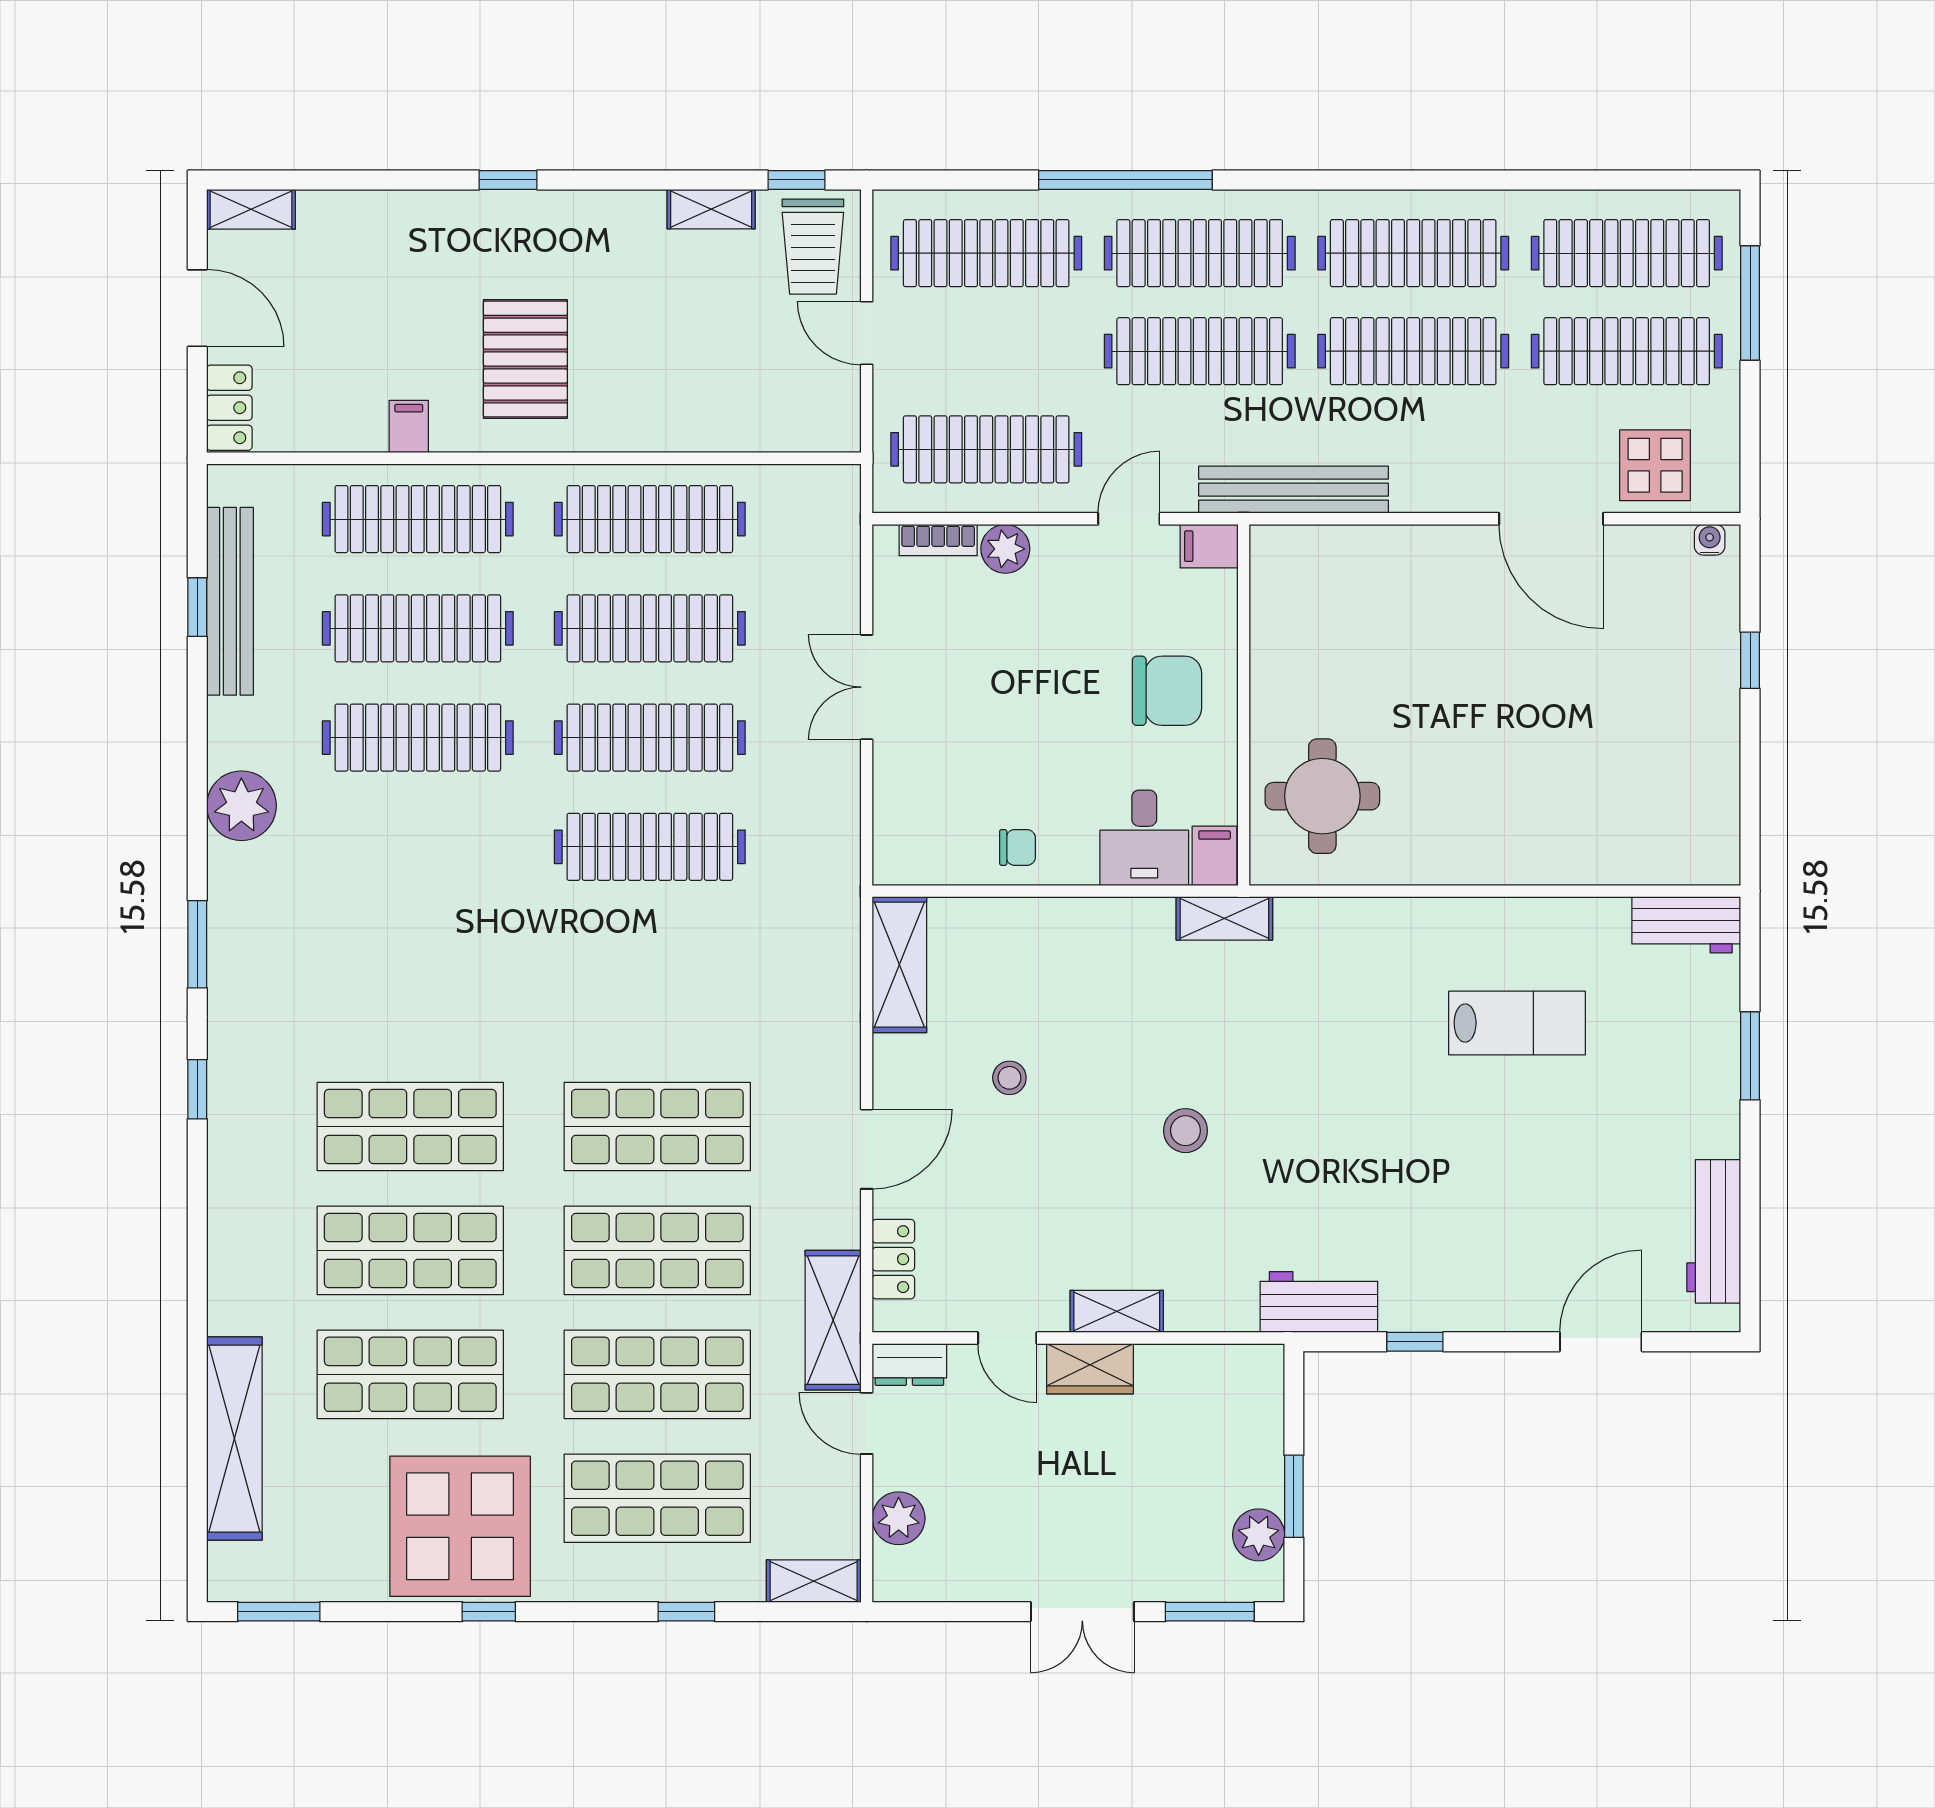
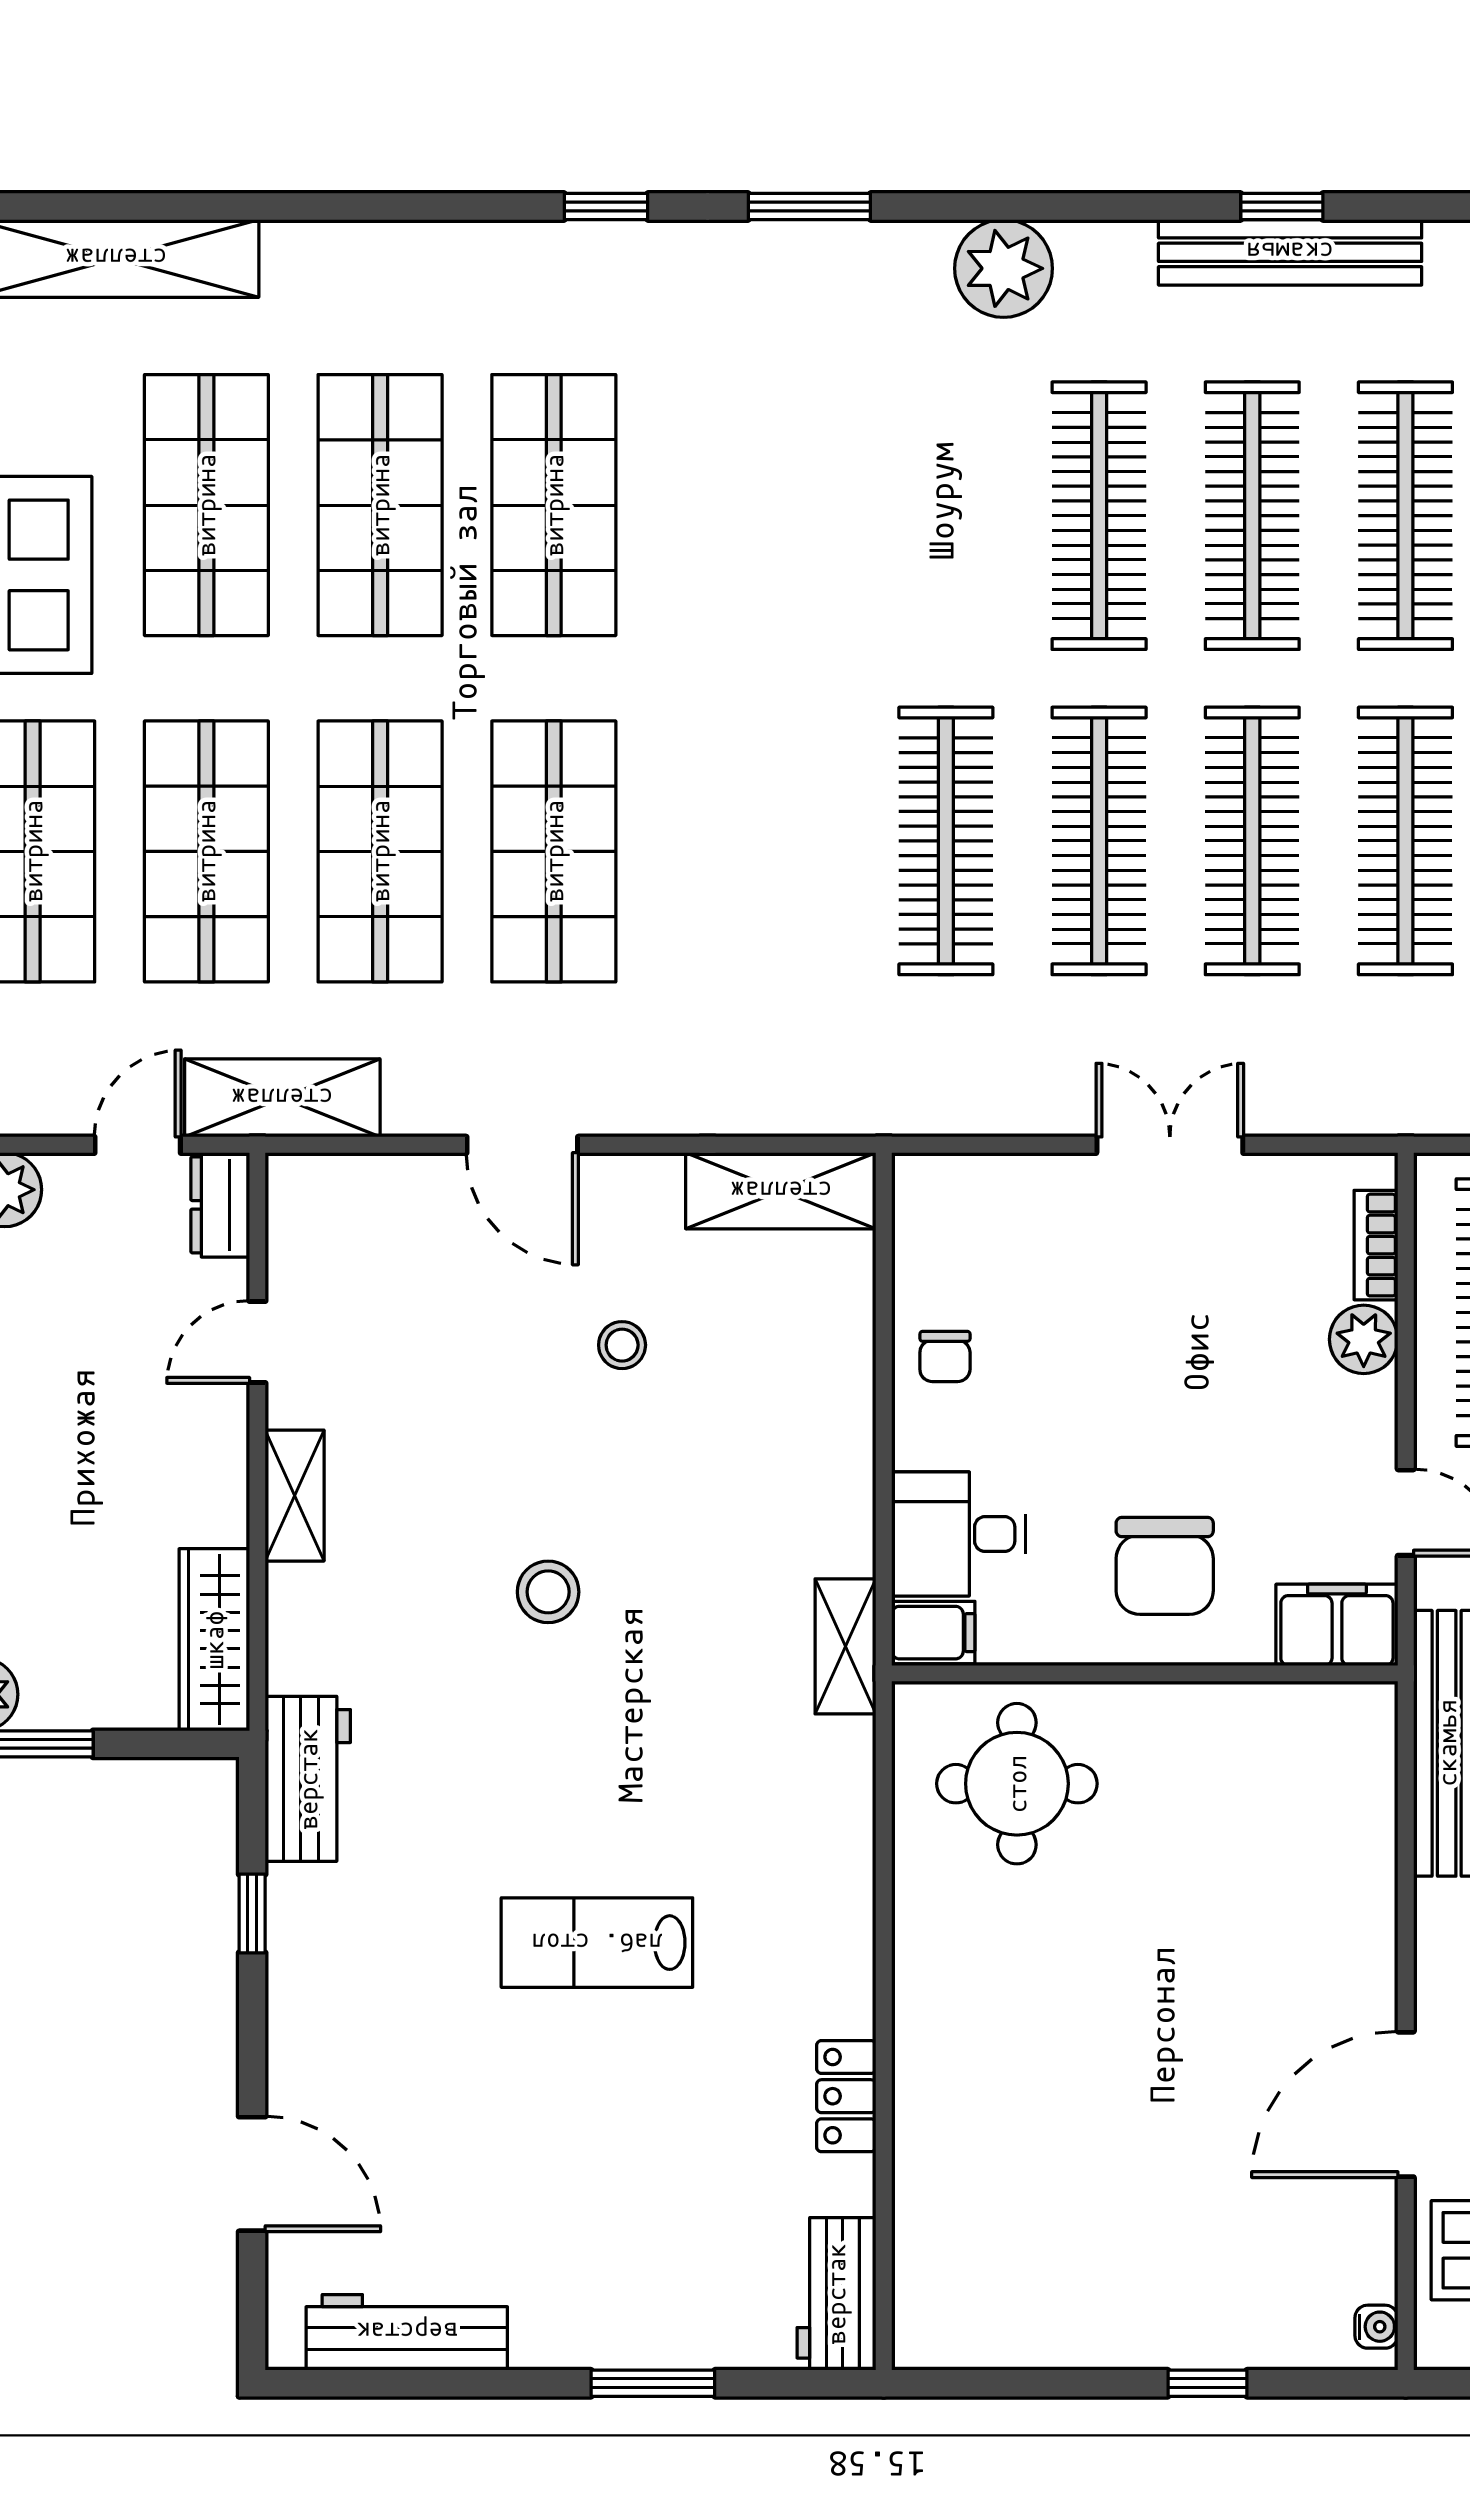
filing cabinet: (1209, 546) -> (1337, 1625), width x2.00
lab bench: (1517, 1023) -> (597, 1943), moved, turned 90
locker: (893, 1259) -> (846, 2096), moved, turned 90
wardrobe: (1090, 1369) -> (214, 1640), moved, width x1.50

